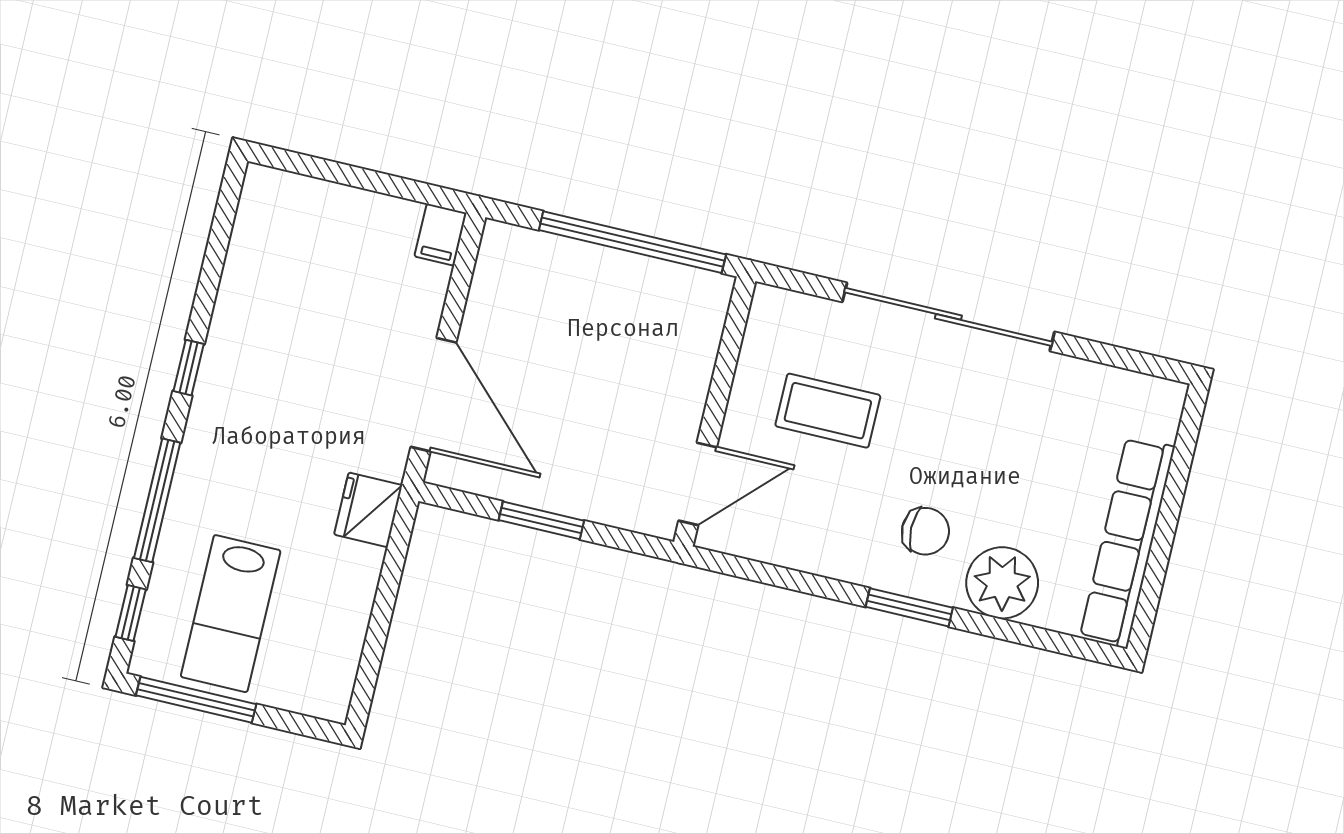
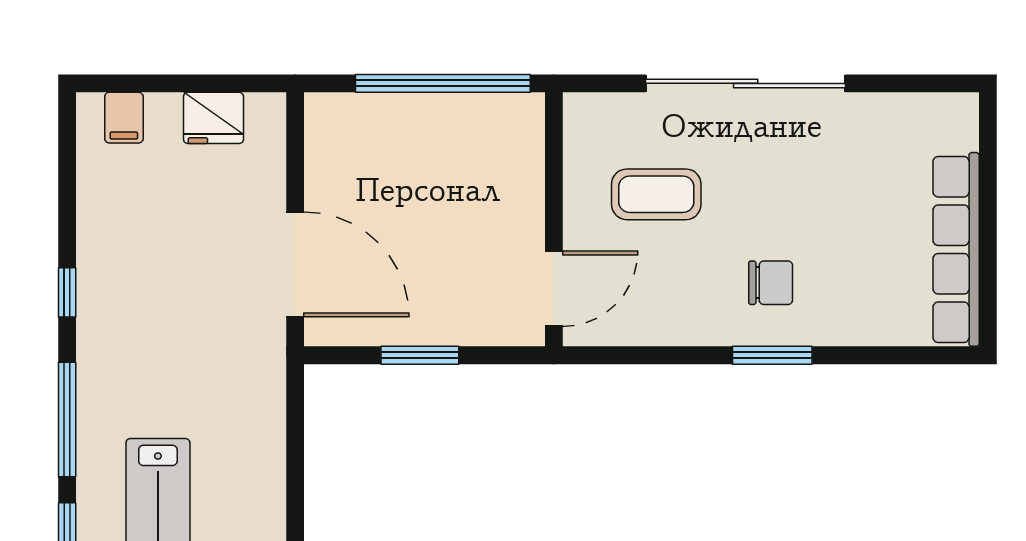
filing cabinet: (441, 235) -> (124, 118), moved
fridge: (368, 510) -> (213, 118), moved, turned -90
plant: (1002, 583) -> (851, 313), removed

